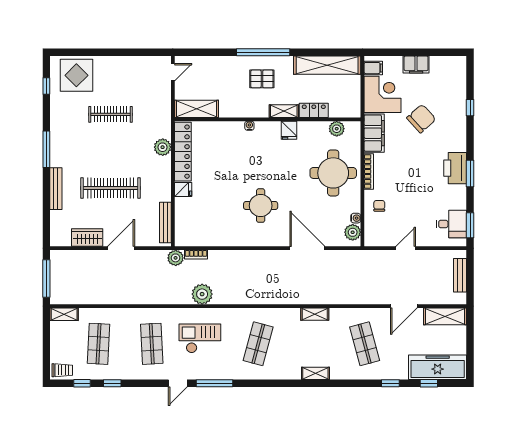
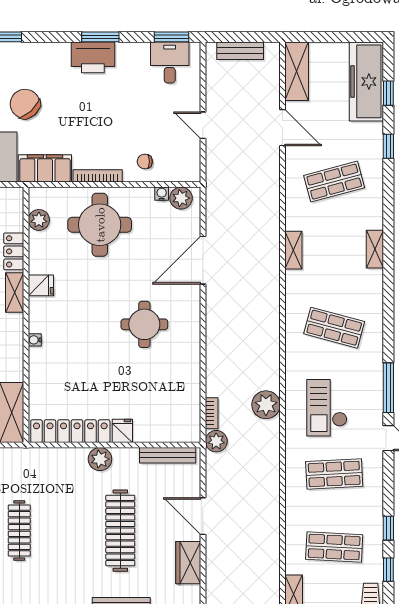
plant: (163, 147) -> (100, 459), moved

